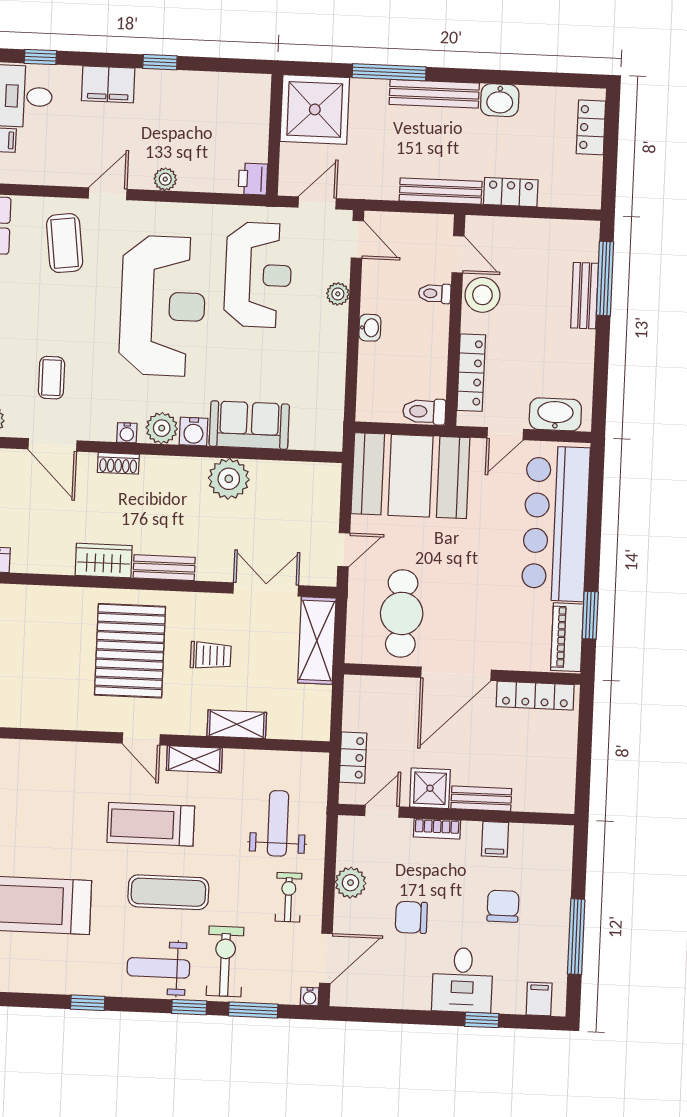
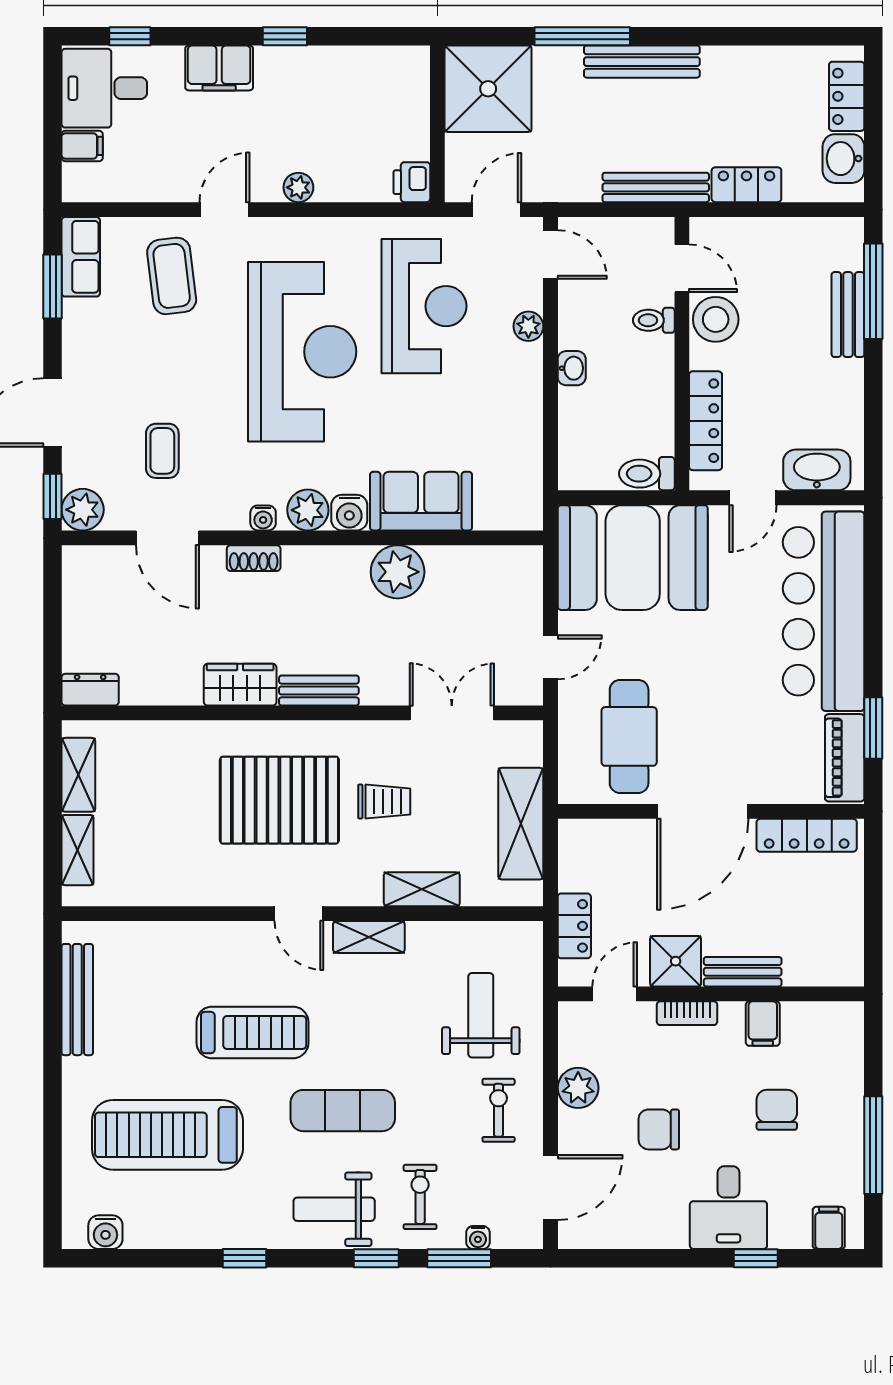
washbasin: (500, 100) -> (843, 159), moved, turned 90
shelving: (317, 640) -> (521, 824), moved
pallet: (130, 651) -> (279, 800), turned 90
treadmill: (151, 824) -> (252, 1032), moved, turned 180
exercise bike: (225, 961) -> (420, 1197), width x0.73, depth x0.72
water cooler: (310, 996) -> (478, 1238), moved

